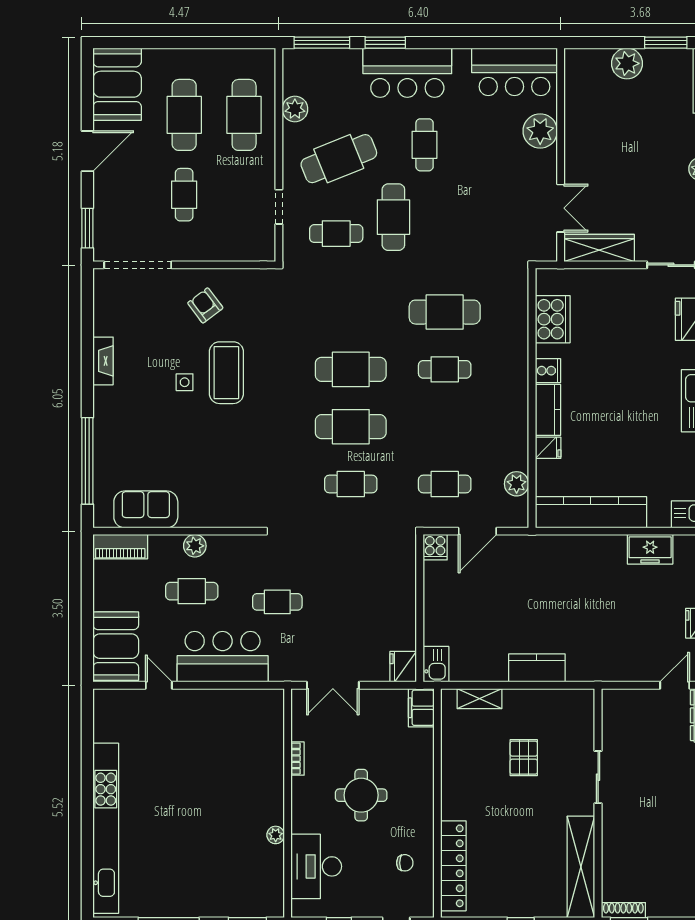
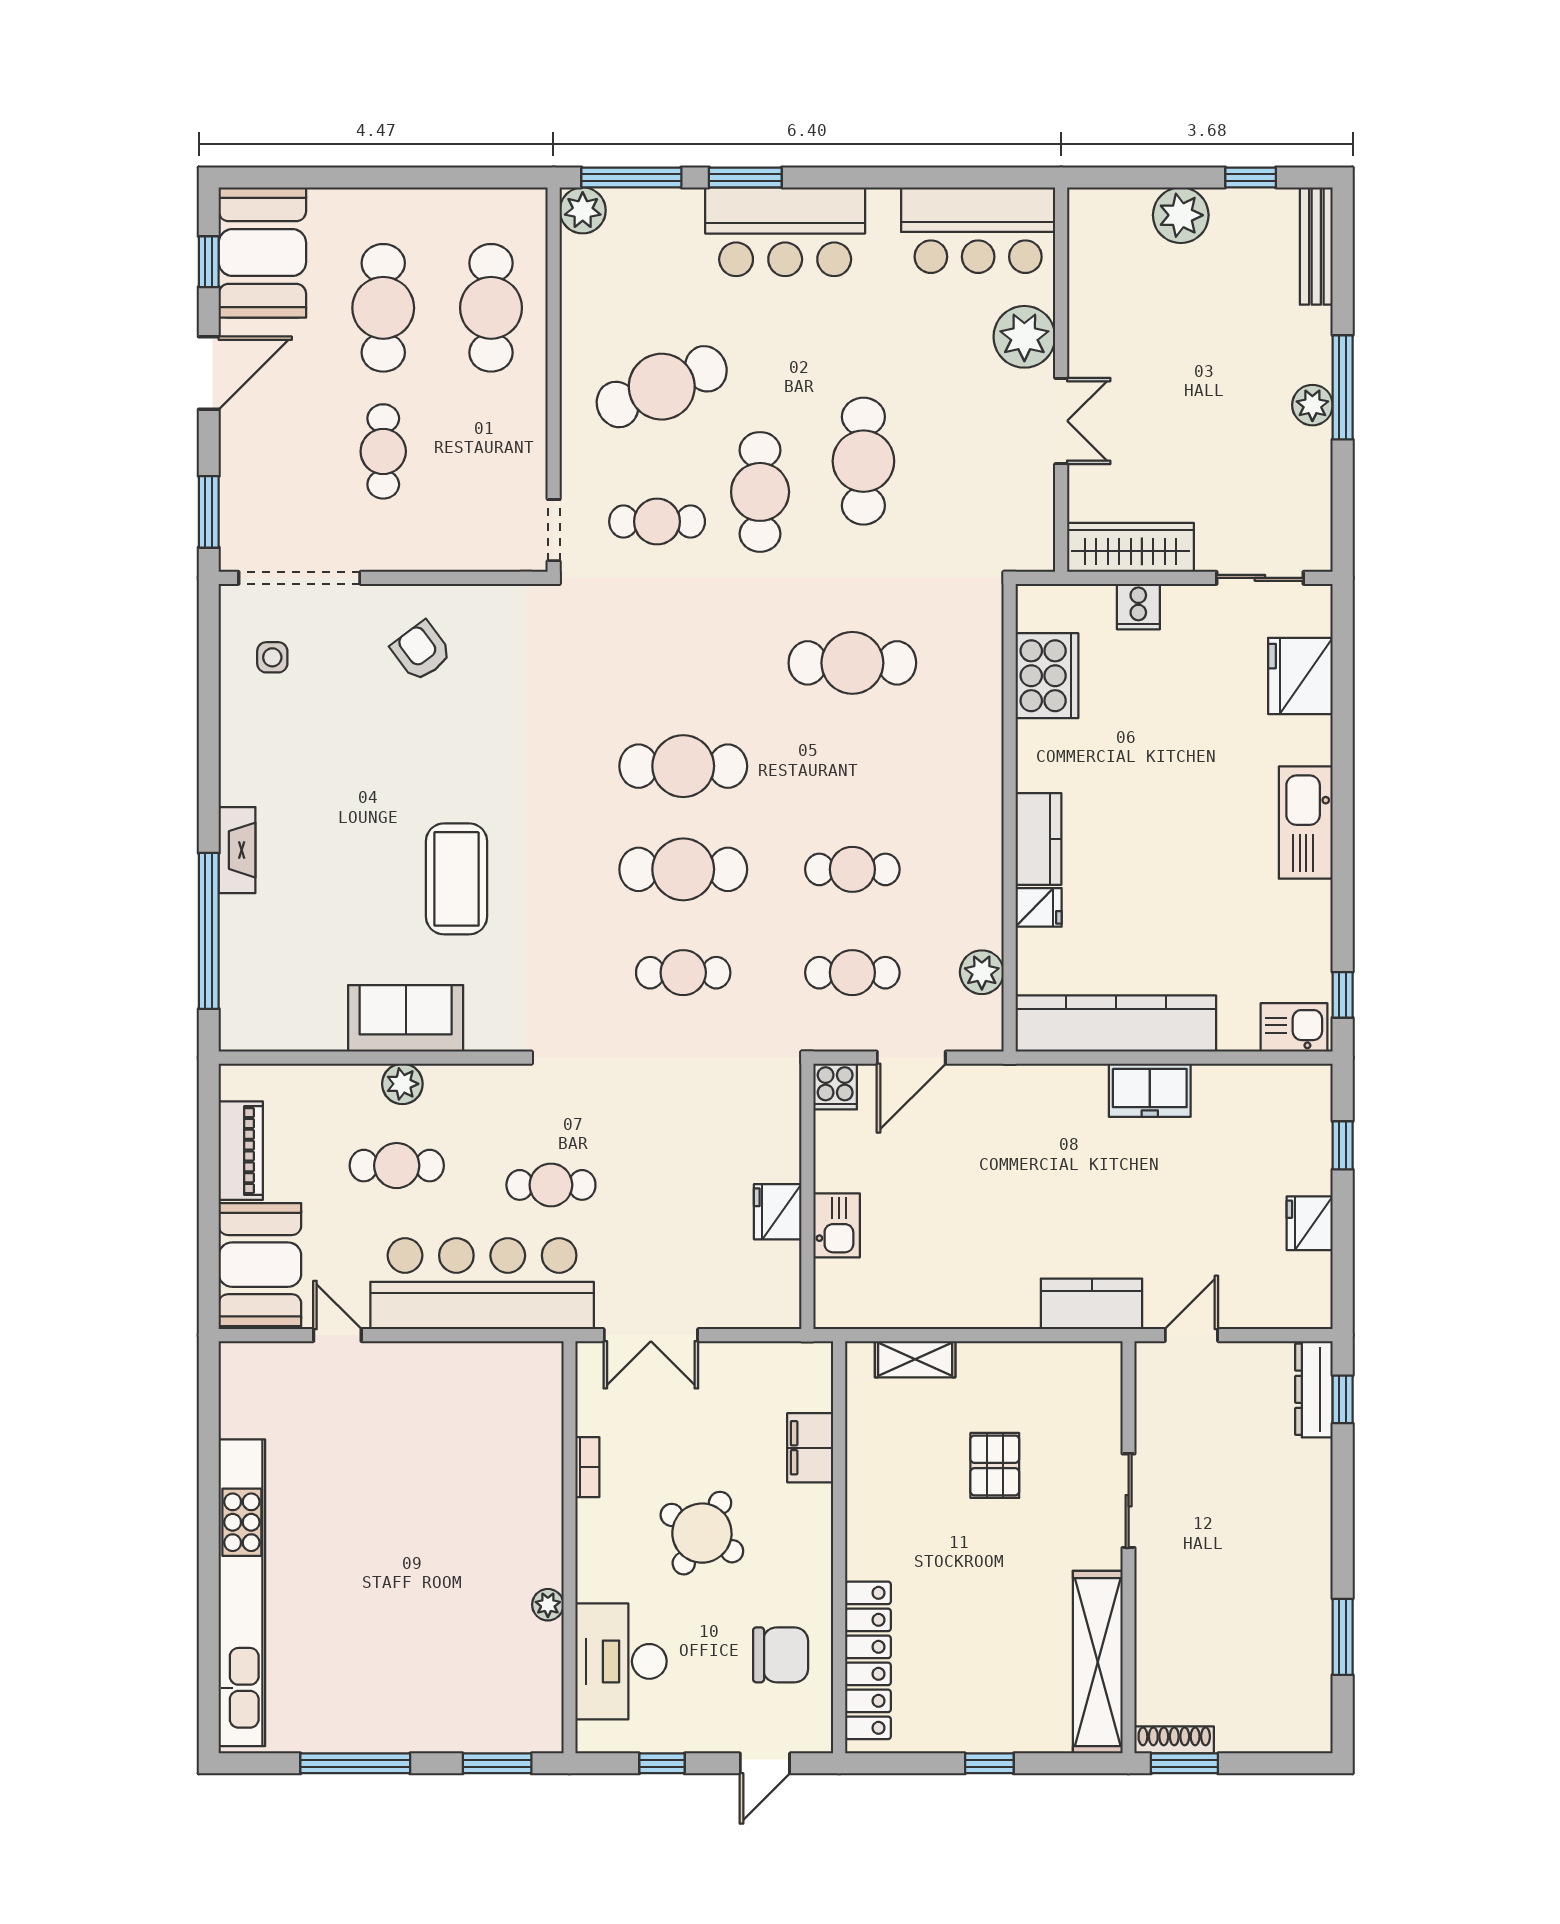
window: (666, 43) -> (1251, 177), width x0.67
window: (87, 89) -> (209, 262), added
plant: (295, 109) -> (583, 210), moved
cafe table: (425, 145) -> (863, 461), moved, width x1.37, depth x1.35
doorway: (279, 207) -> (554, 530), moved
double door: (561, 208) -> (1061, 421), moved
fireplace: (103, 361) -> (237, 850), moved
cafe table: (445, 369) -> (852, 869), moved
cooker: (548, 371) -> (1138, 607), moved, turned 90
coffee table: (226, 373) -> (457, 879), moved
side table: (185, 382) -> (272, 657), moved
sofa: (146, 509) -> (406, 1018), moved
piano: (120, 547) -> (241, 1151), moved, turned -90
freezer: (650, 549) -> (1150, 1090), moved
bar counter: (223, 657) -> (482, 1284), width x1.36
kitchen sink: (436, 664) -> (837, 1225), moved
fridge: (403, 667) -> (778, 1212), moved
kitchen counter: (537, 668) -> (1092, 1304), moved
door: (675, 685) -> (1191, 1335), moved
filing cabinet: (421, 708) -> (810, 1448), moved
round table: (361, 795) -> (702, 1533), turned 31
chair: (405, 863) -> (781, 1655), width x1.87, depth x1.87

